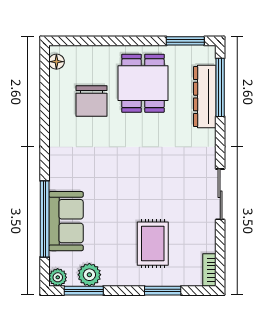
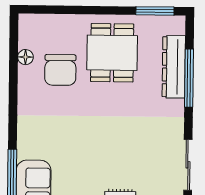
floor lamp: (56, 62) -> (25, 57), moved
window: (220, 87) -> (189, 78), moved

